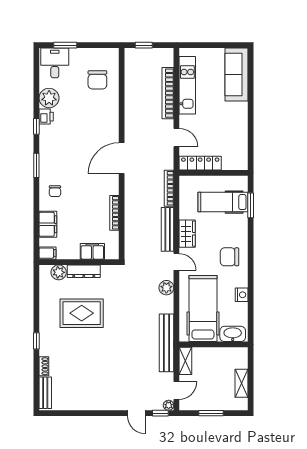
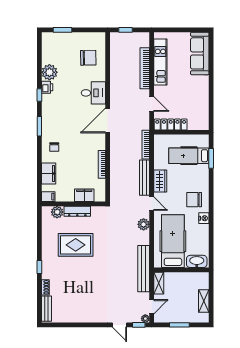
desk: (55, 63) -> (93, 93), moved, turned 90
chair: (97, 80) -> (88, 58), turned -91
nightstand: (242, 295) -> (204, 218), moved

